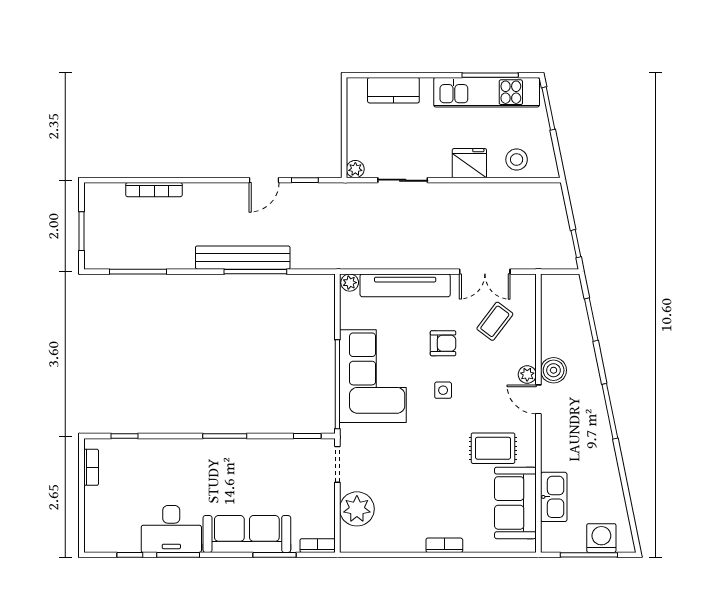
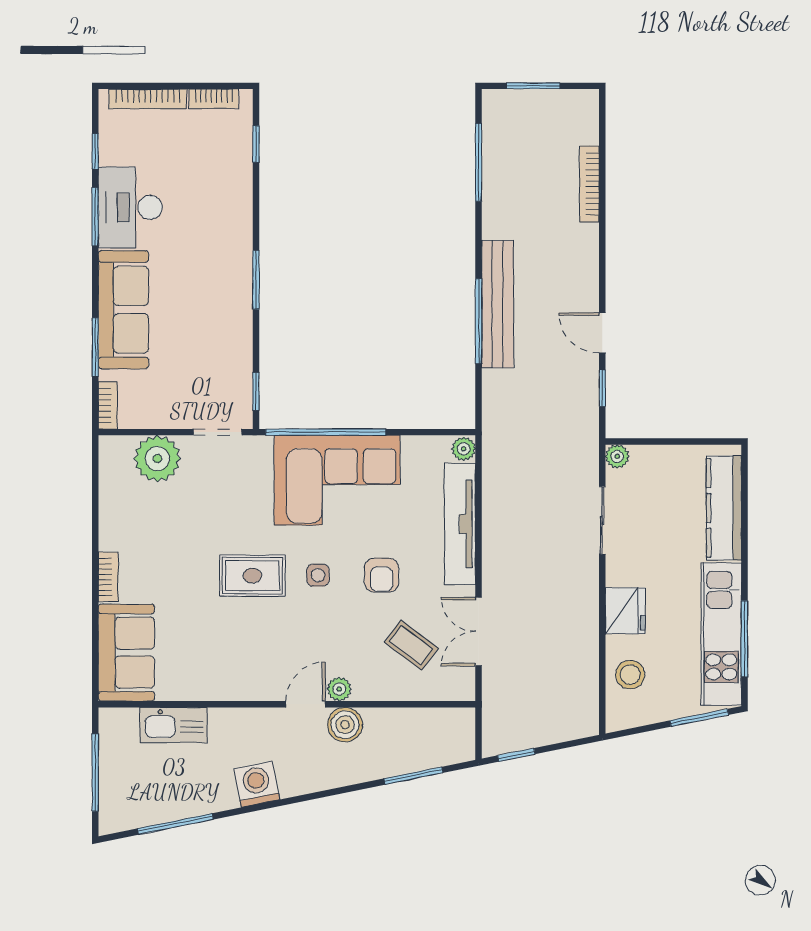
kitchen counter: (393, 90) -> (724, 508), width x1.50
window: (610, 411) -> (175, 824), moved
rug: (493, 448) -> (252, 576), moved, turned 90
sofa: (515, 503) -> (126, 653), moved, turned 90
bookcase: (91, 516) -> (148, 99), added
washing machine: (601, 538) -> (257, 784), moved, turned -101

